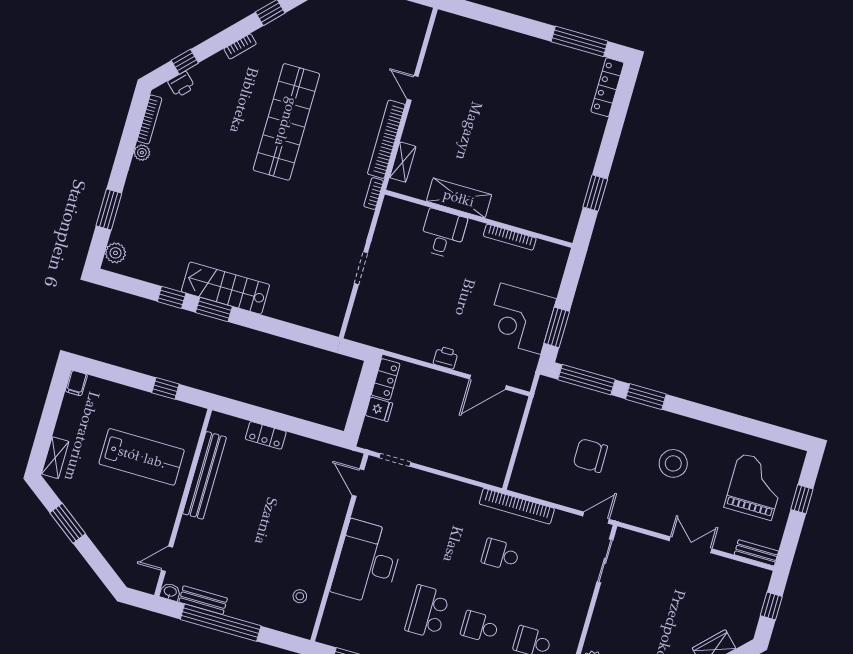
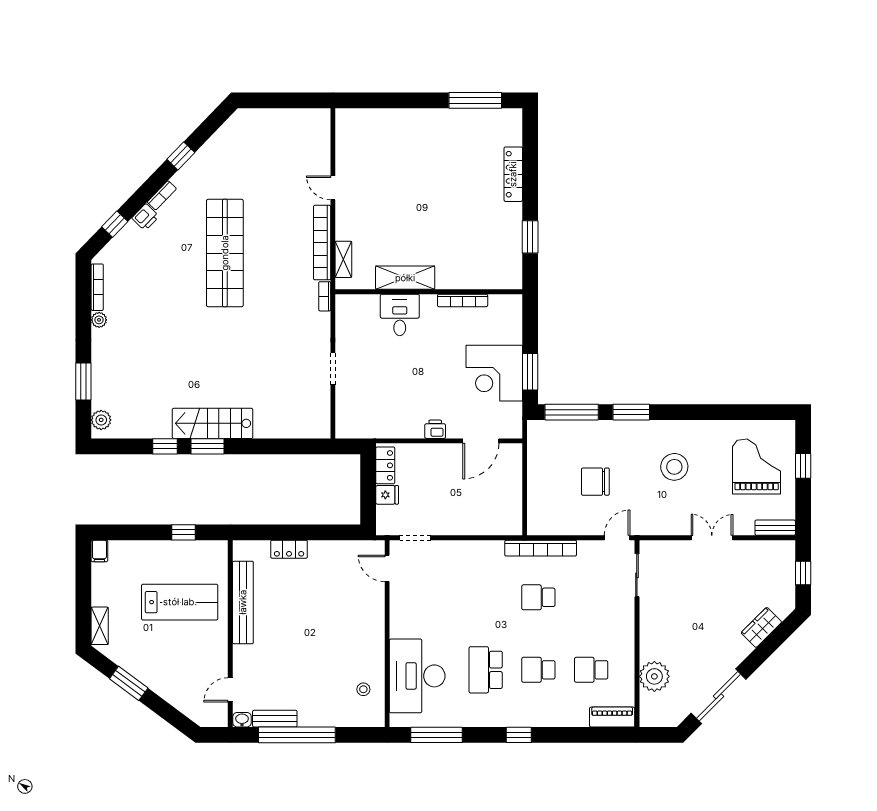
printer: (181, 84) -> (145, 217), moved
locker: (607, 87) -> (513, 174), moved
desk: (367, 562) -> (417, 676), moved

